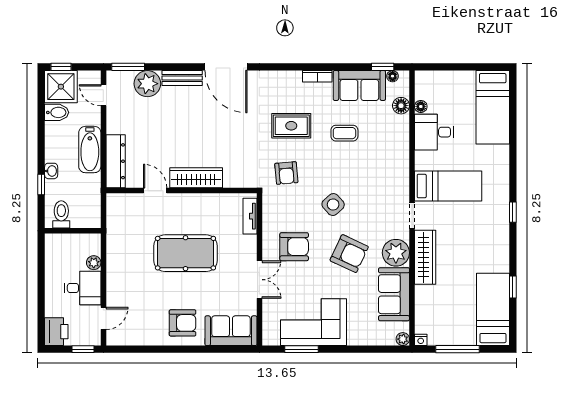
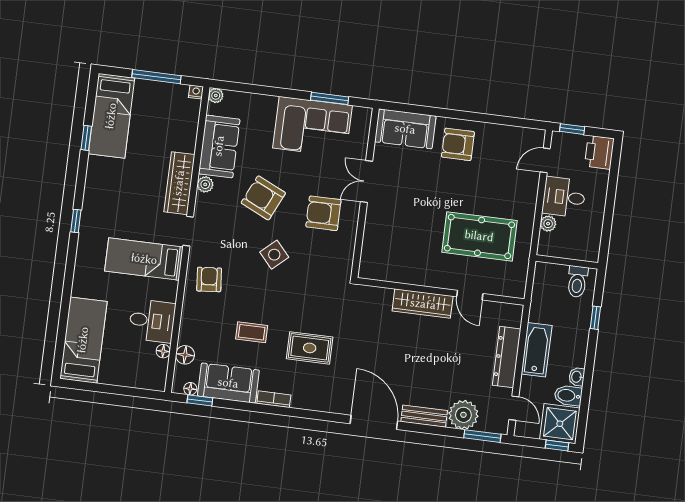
dresser: (116, 161) -> (507, 357), moved
washbasin: (51, 171) -> (577, 377), moved
armchair: (286, 173) -> (209, 279), moved
tv unit: (250, 216) -> (368, 253), removed
pool table: (185, 253) -> (479, 236), moved
plant: (396, 253) -> (205, 184), width x0.53, depth x0.53

